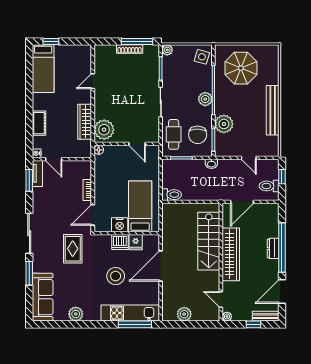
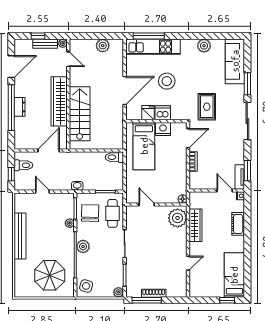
plant: (224, 124) -> (70, 223), width x0.53, depth x0.53
bench: (266, 316) -> (45, 44), moved

